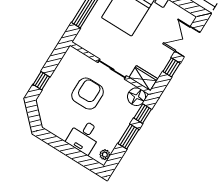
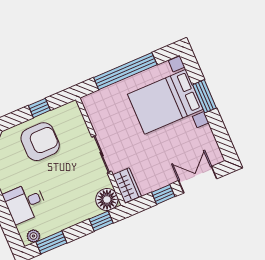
window: (41, 81) -> (39, 108), moved
armchair: (88, 94) -> (40, 142), moved
window: (128, 137) -> (51, 242), moved

